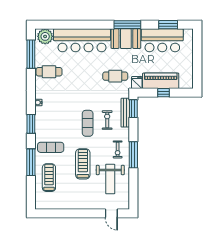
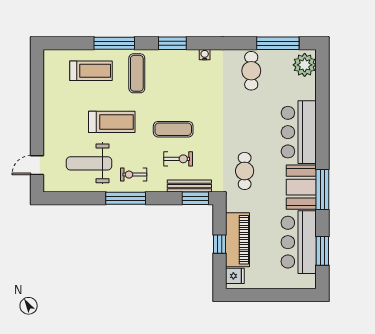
bar counter: (82, 40) -> (299, 132), width x0.73
fridge: (137, 83) -> (235, 276), moved

